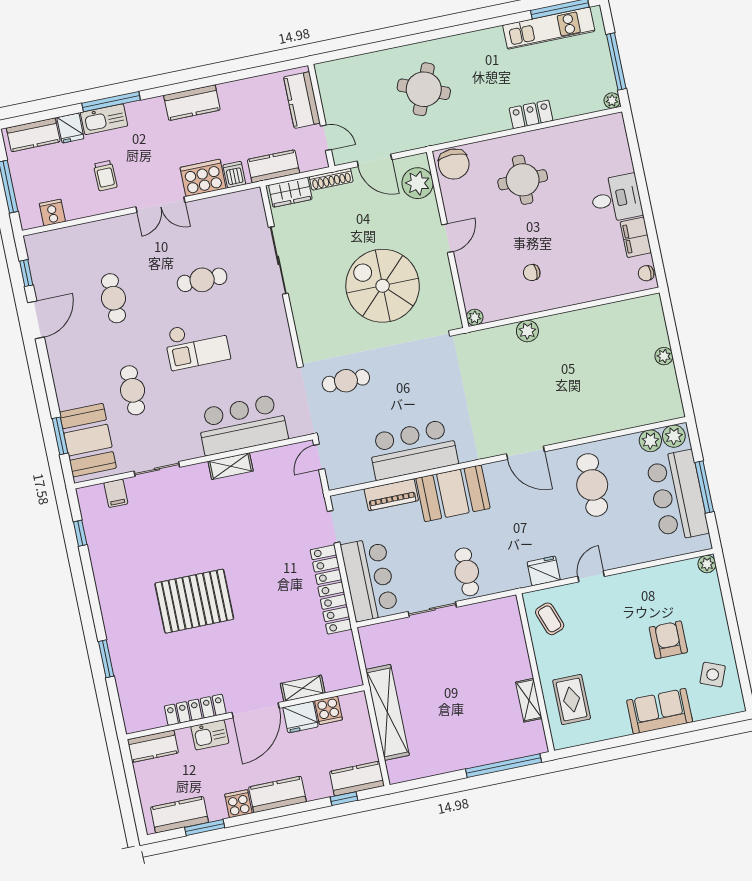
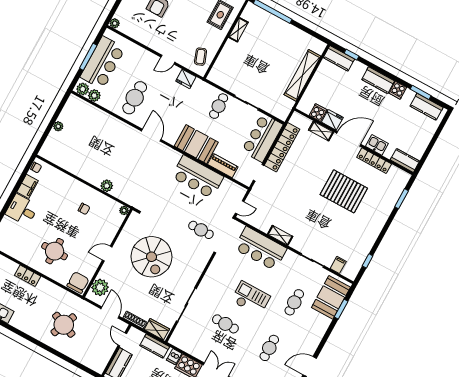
shelving: (303, 688) -> (321, 131), moved
locker: (195, 710) -> (374, 161), moved
door: (256, 710) -> (349, 139), moved
cooker: (328, 710) -> (318, 113), moved
wall: (245, 712) -> (354, 142), moved
fridge: (300, 717) -> (332, 120), moved
kitchen sink: (210, 735) -> (377, 145), moved
kitchen counter: (153, 746) -> (405, 160), moved

